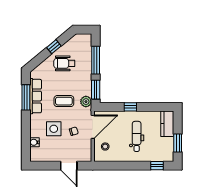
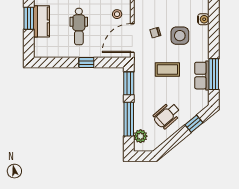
window: (54, 47) -> (194, 124), moved
wheelchair: (64, 63) -> (167, 115), turned 139
row of seats: (36, 96) -> (202, 76), width x0.68
plant: (86, 102) -> (141, 136), moved
kitchen counter: (167, 124) -> (41, 21), moved

